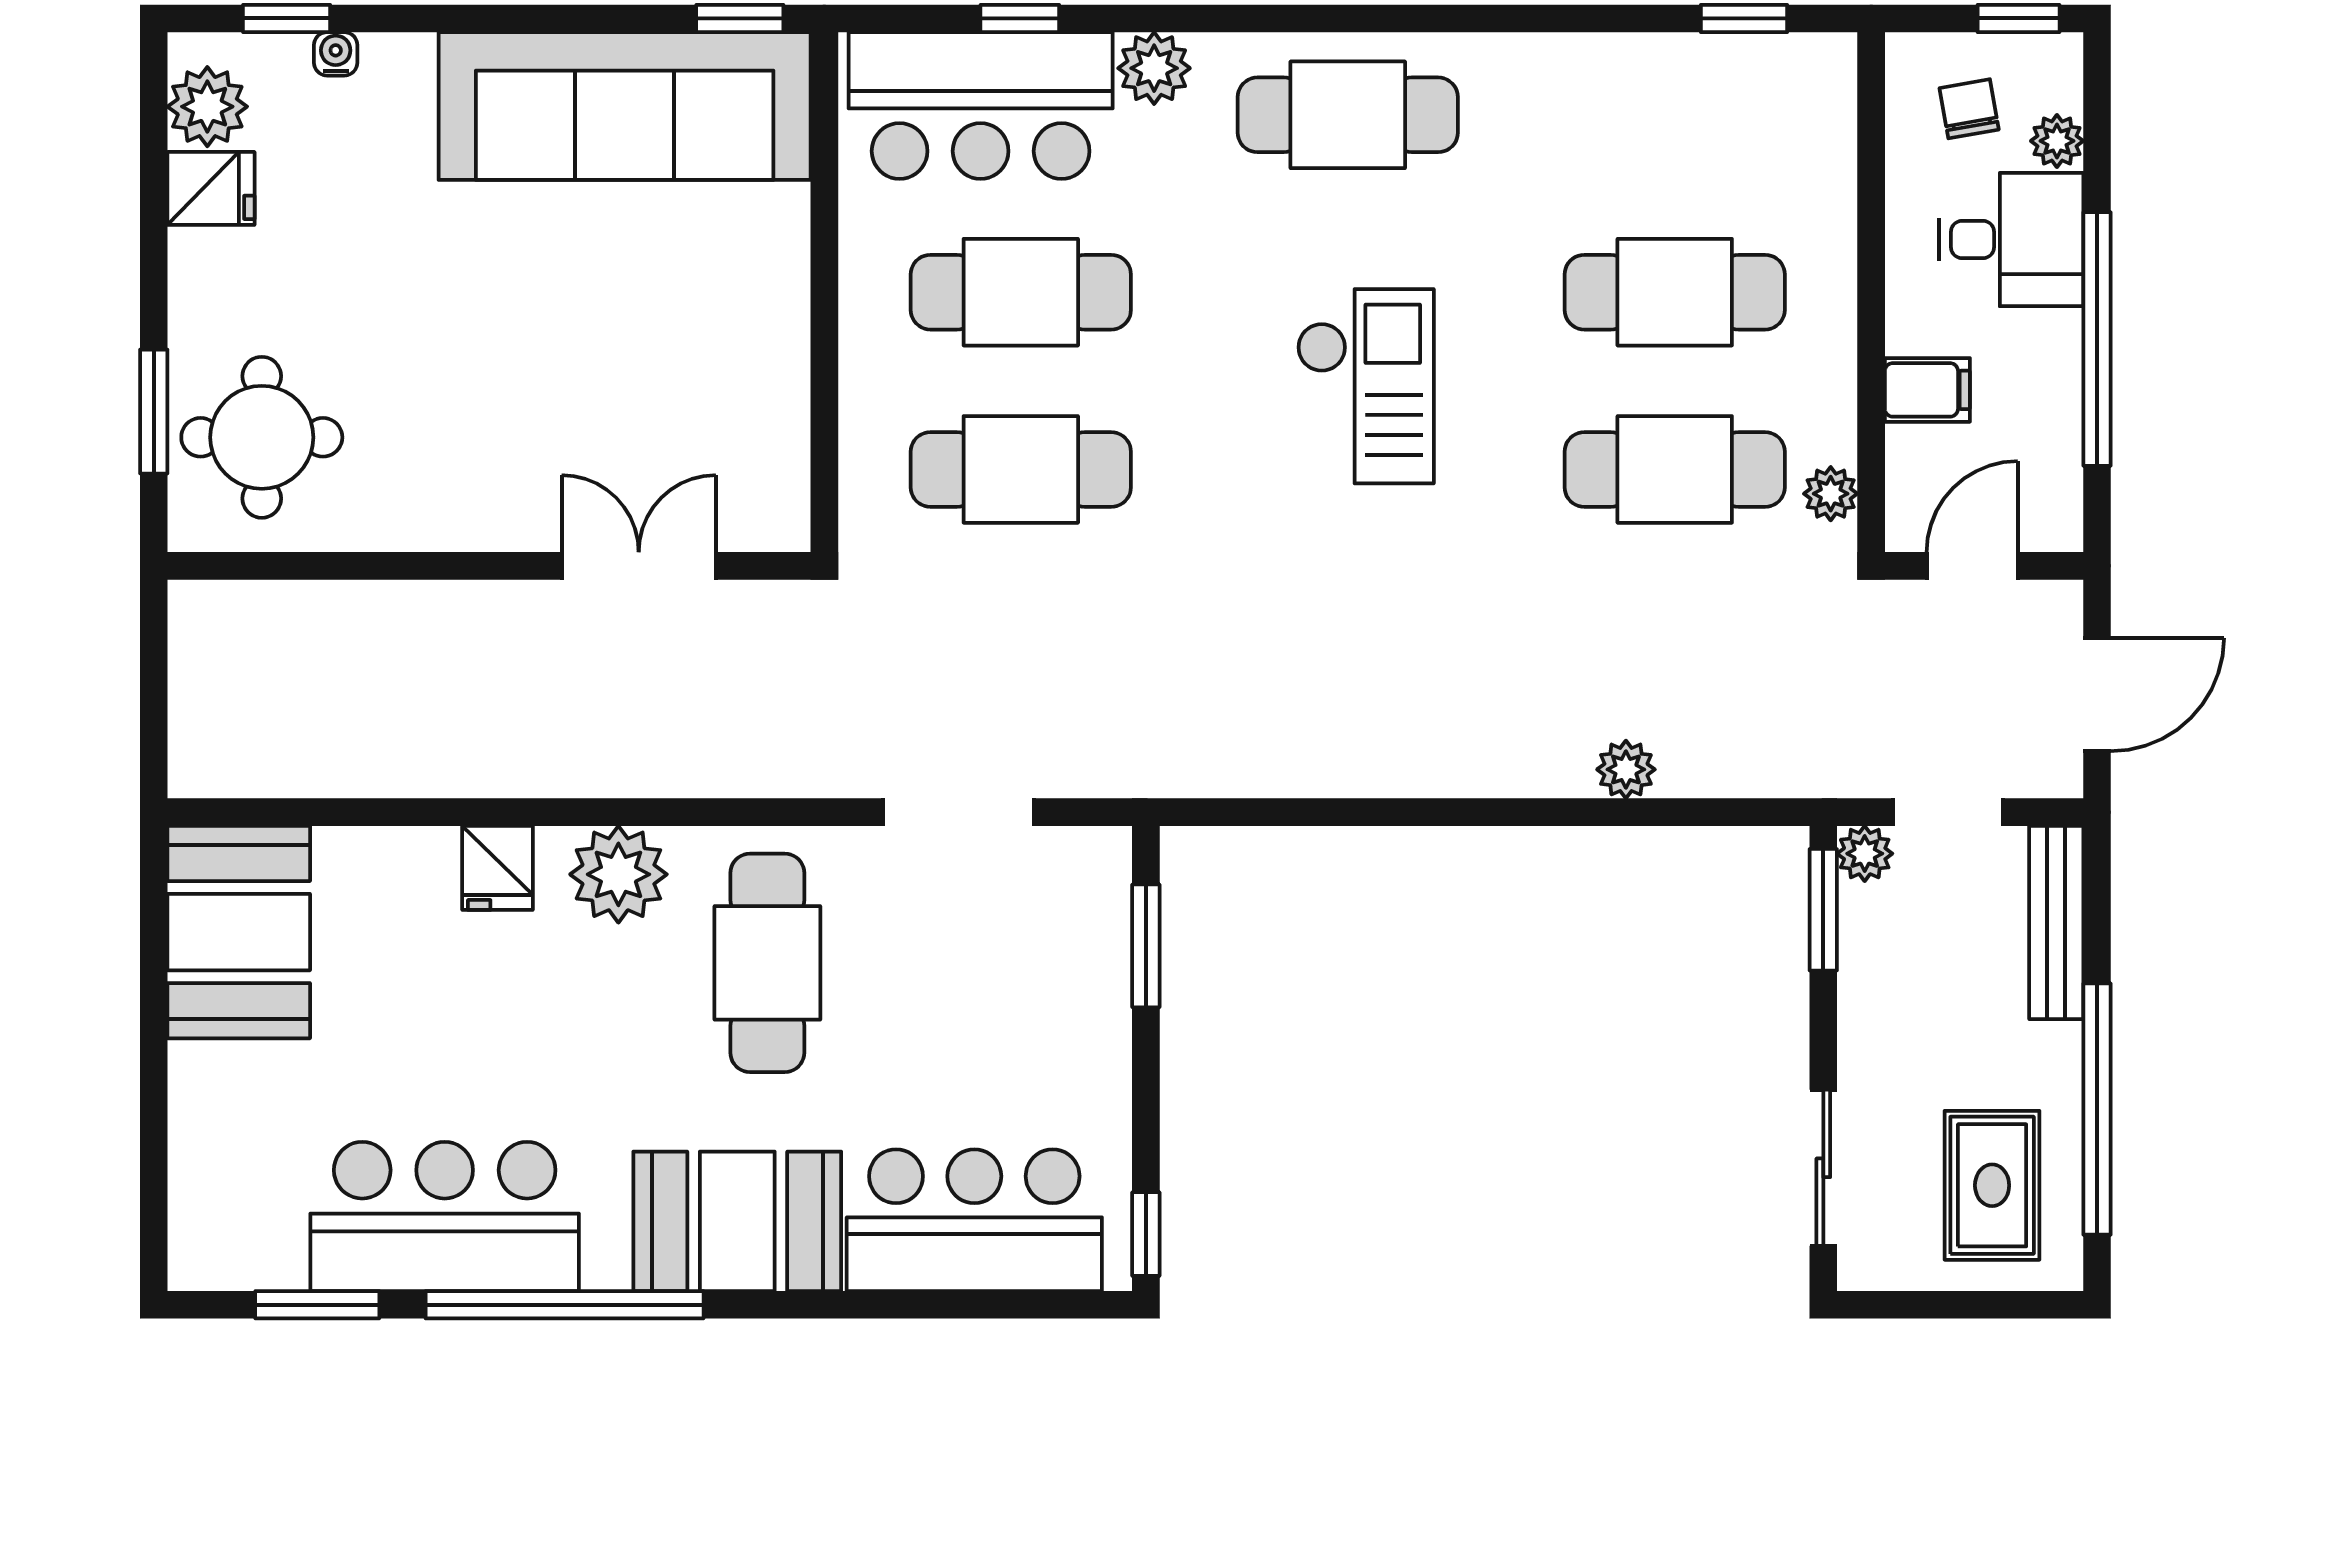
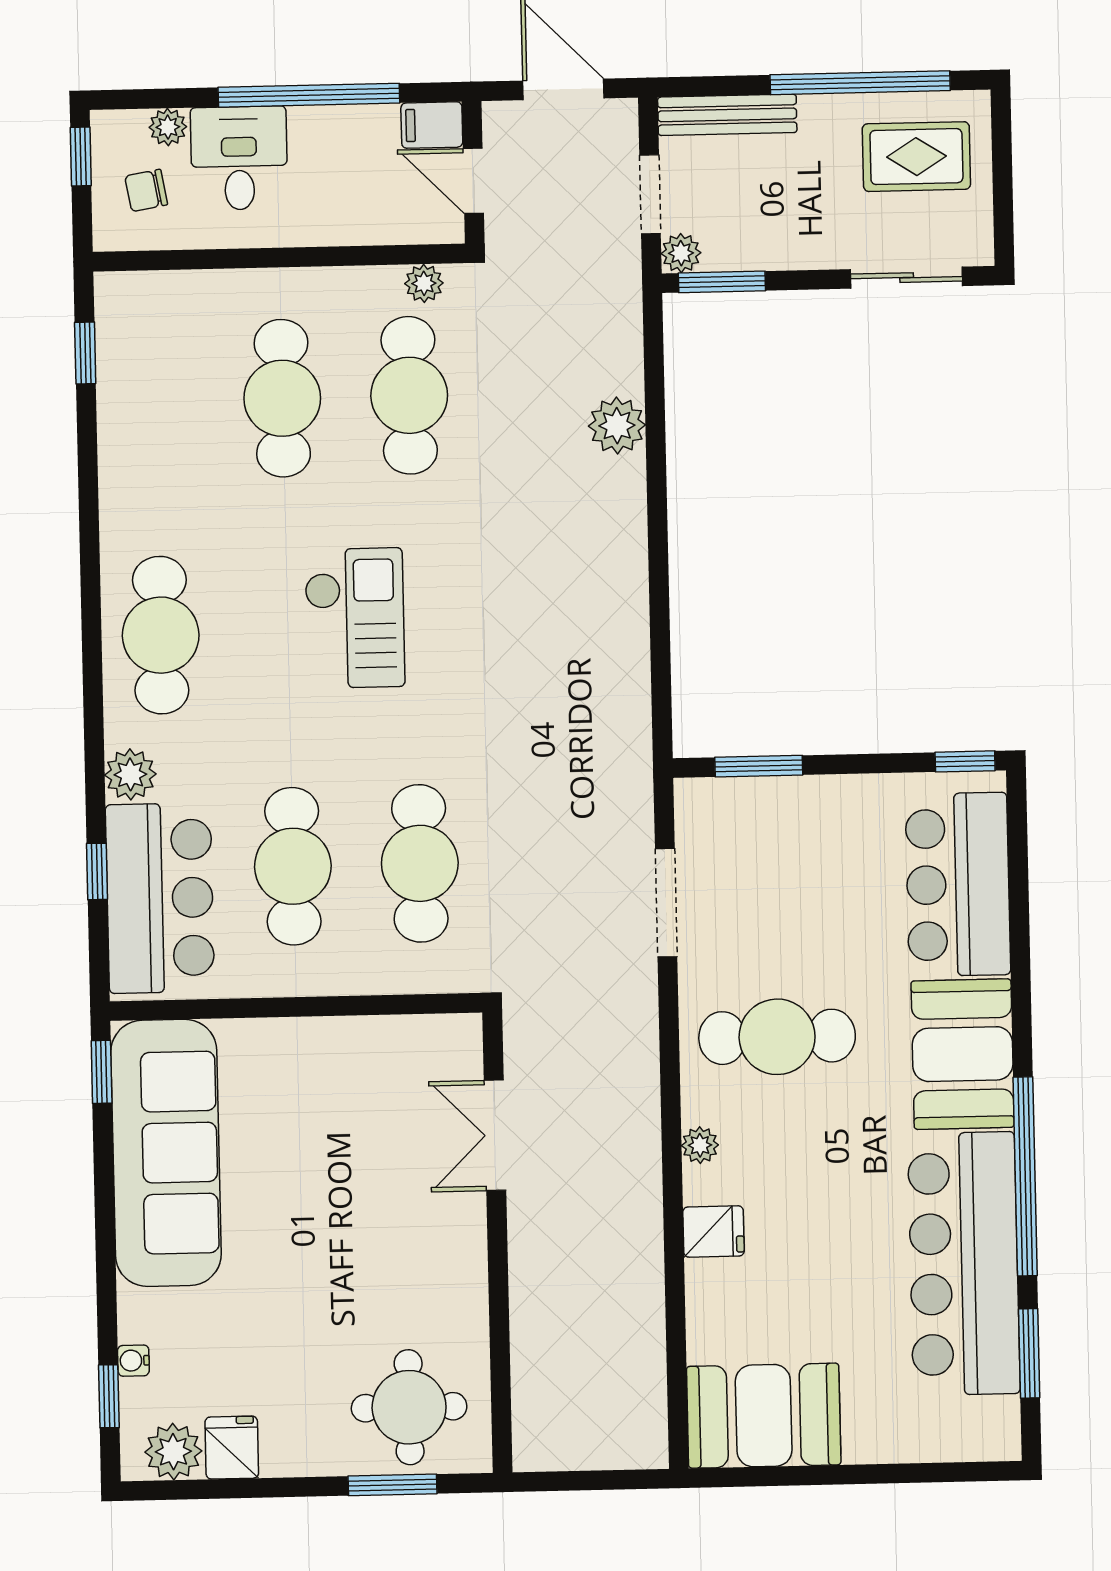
checkout: (1365, 386) -> (355, 618), turned 90
filing cabinet: (1927, 390) -> (432, 125), moved, turned -90
plant: (1626, 769) -> (617, 426), width x1.38, depth x1.38
plant: (618, 874) -> (700, 1145), width x0.53, depth x0.53
bar counter: (445, 1216) -> (964, 1264), width x1.36

